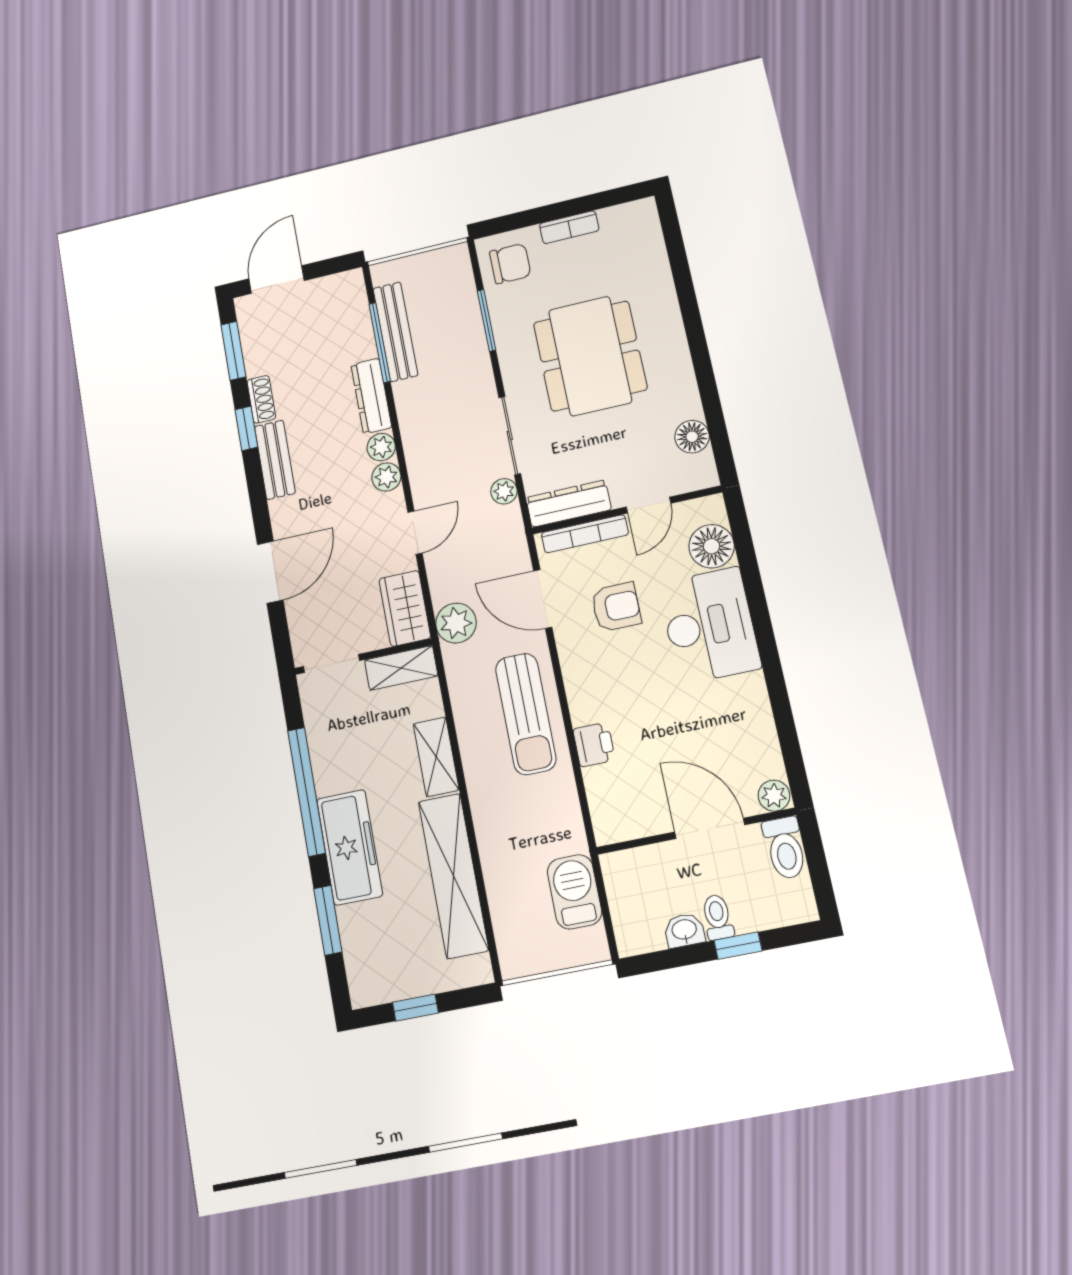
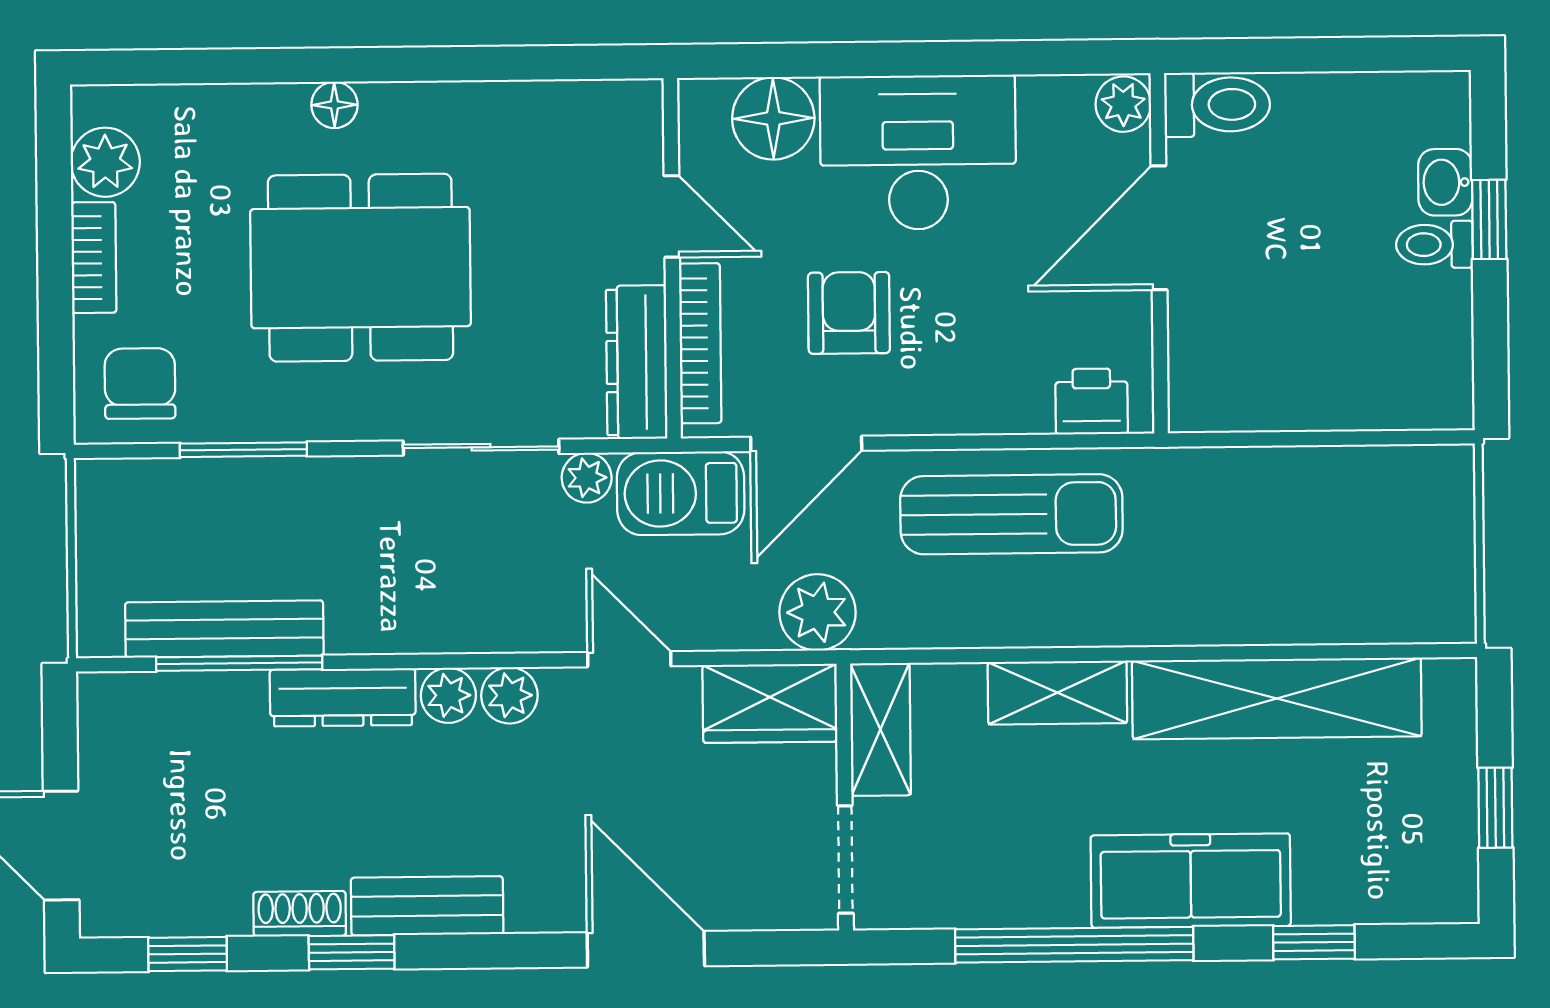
plant: (619, 221) -> (105, 162), added
window: (233, 351) -> (188, 954), width x0.67
floor lamp: (692, 437) -> (334, 105), moved, width x0.73, depth x0.73
plant: (774, 796) -> (1123, 104), moved
door: (710, 828) -> (1159, 228), moved
wall: (696, 831) -> (1159, 253), moved
toilet: (785, 848) -> (1217, 105), moved
barbecue: (574, 892) -> (681, 493), moved
window: (328, 920) -> (1314, 942), width x0.67
washbasin: (684, 930) -> (1445, 182), moved

